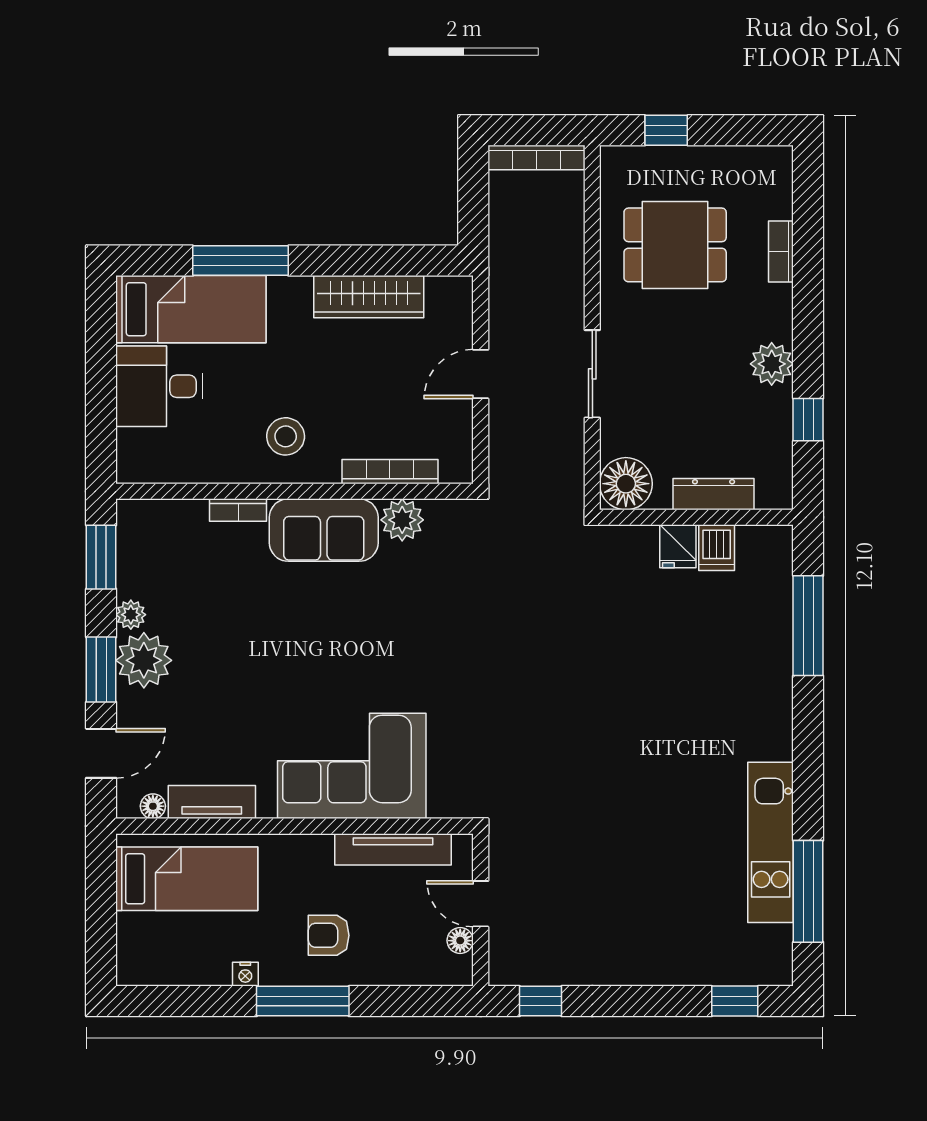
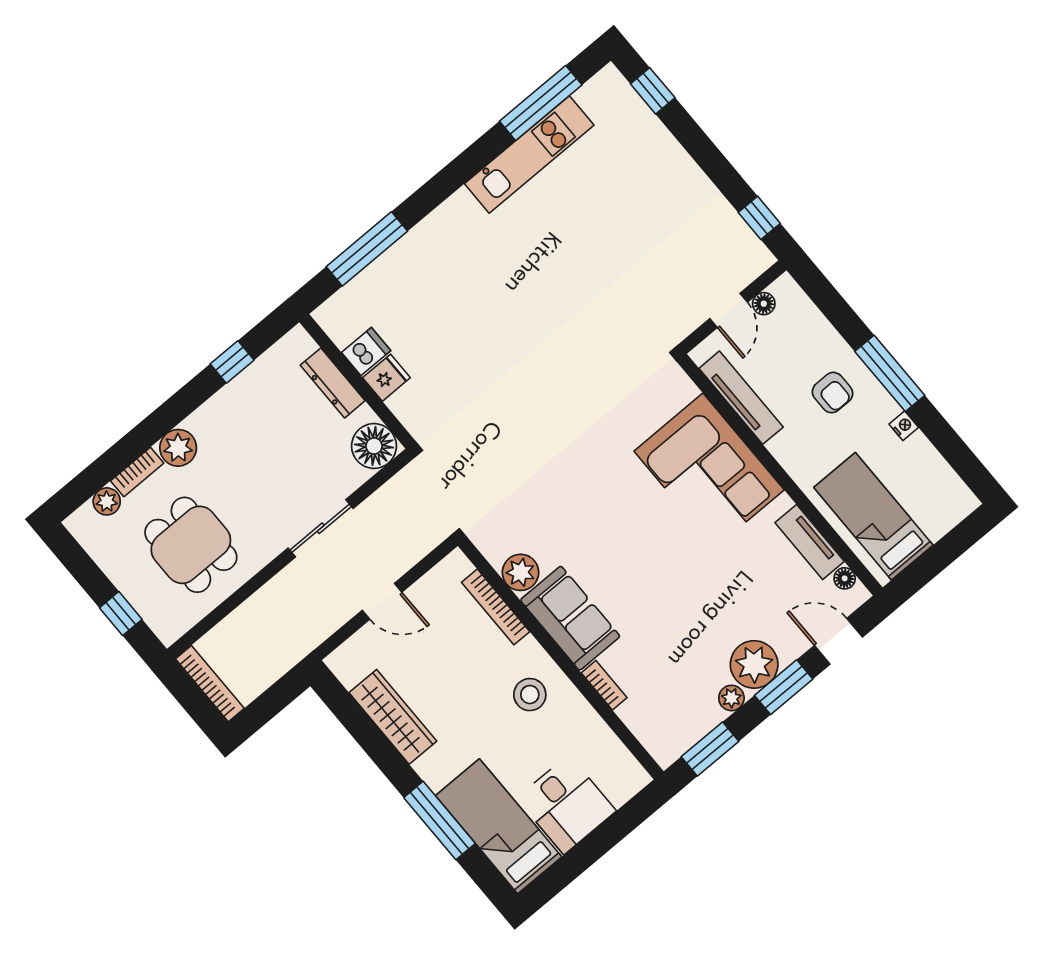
plant: (777, 202) -> (107, 501), added
plant: (772, 364) -> (178, 448), moved

